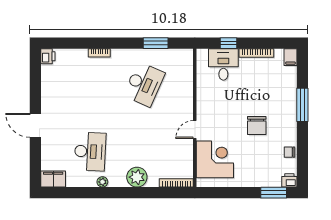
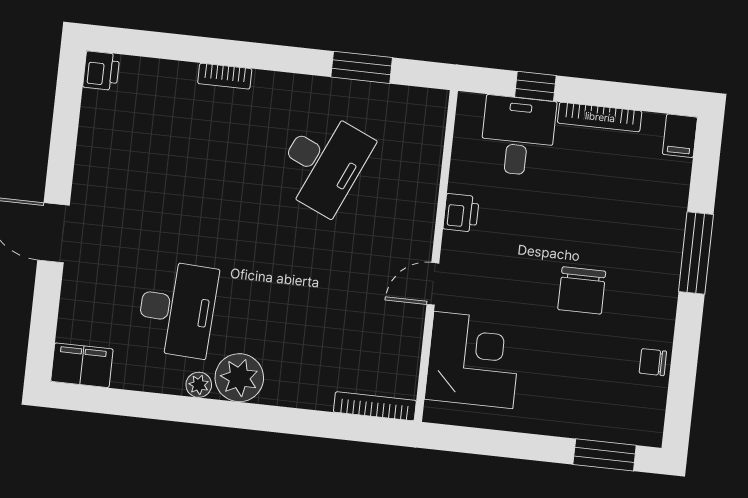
plant: (137, 177) -> (239, 378), moved
printer: (289, 180) -> (461, 213), moved, turned 90

